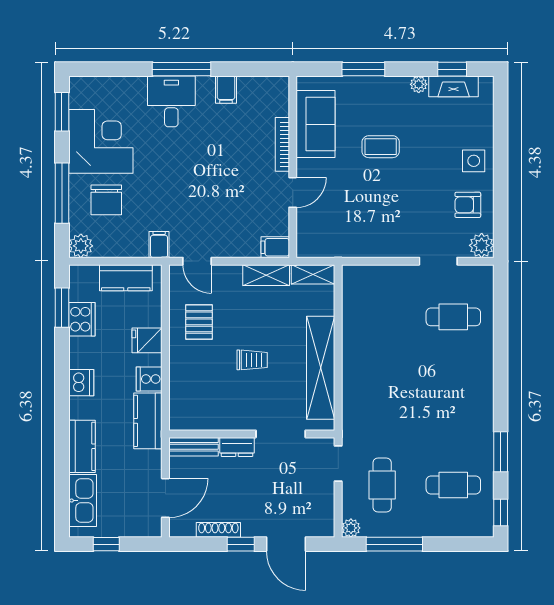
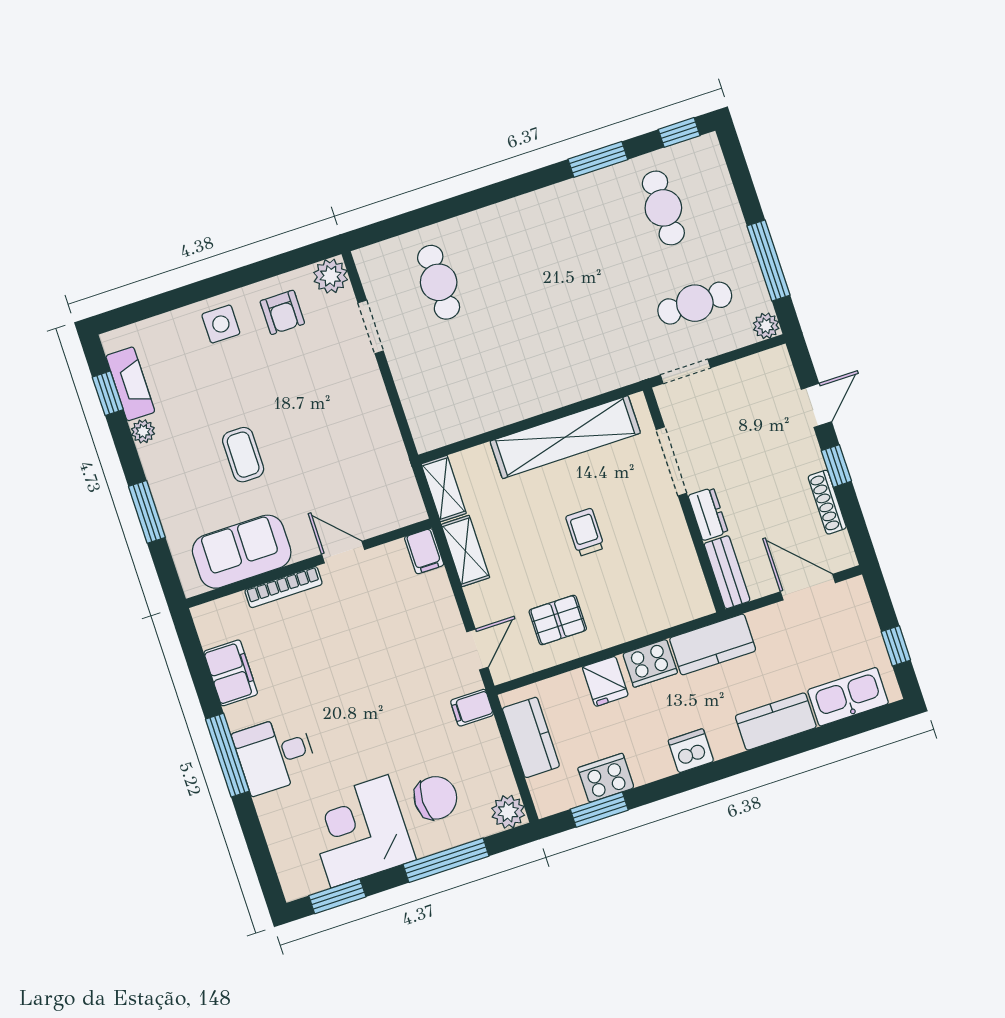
filing cabinet: (226, 90) -> (231, 673), width x2.00
cooker: (149, 379) -> (650, 663), width x1.36
door: (286, 544) -> (816, 405), width x0.73

